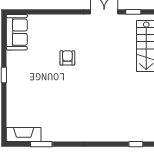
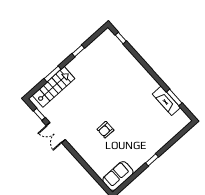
fireplace: (24, 134) -> (166, 101), moved

